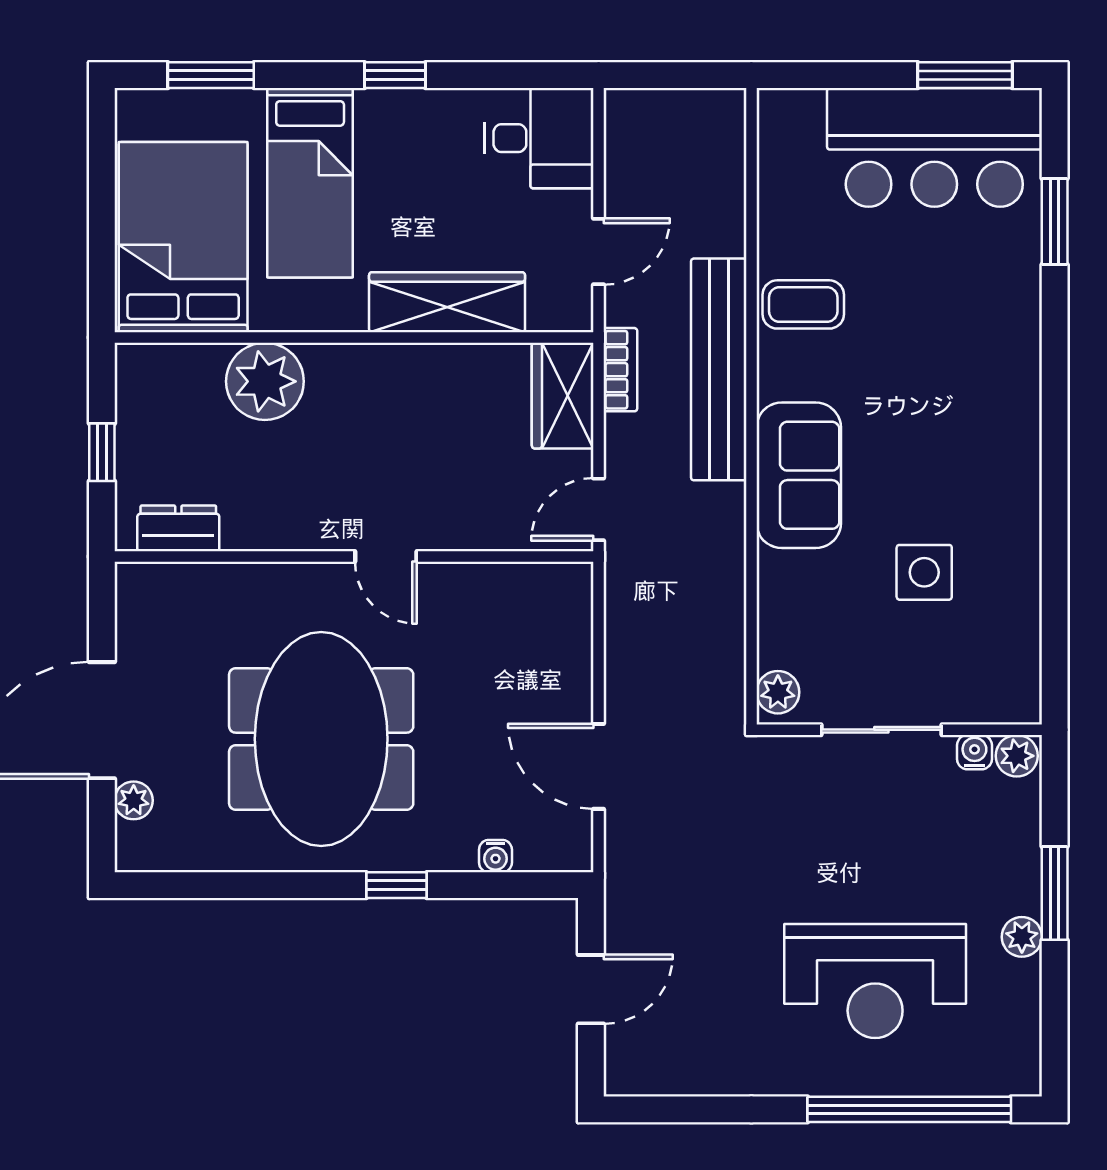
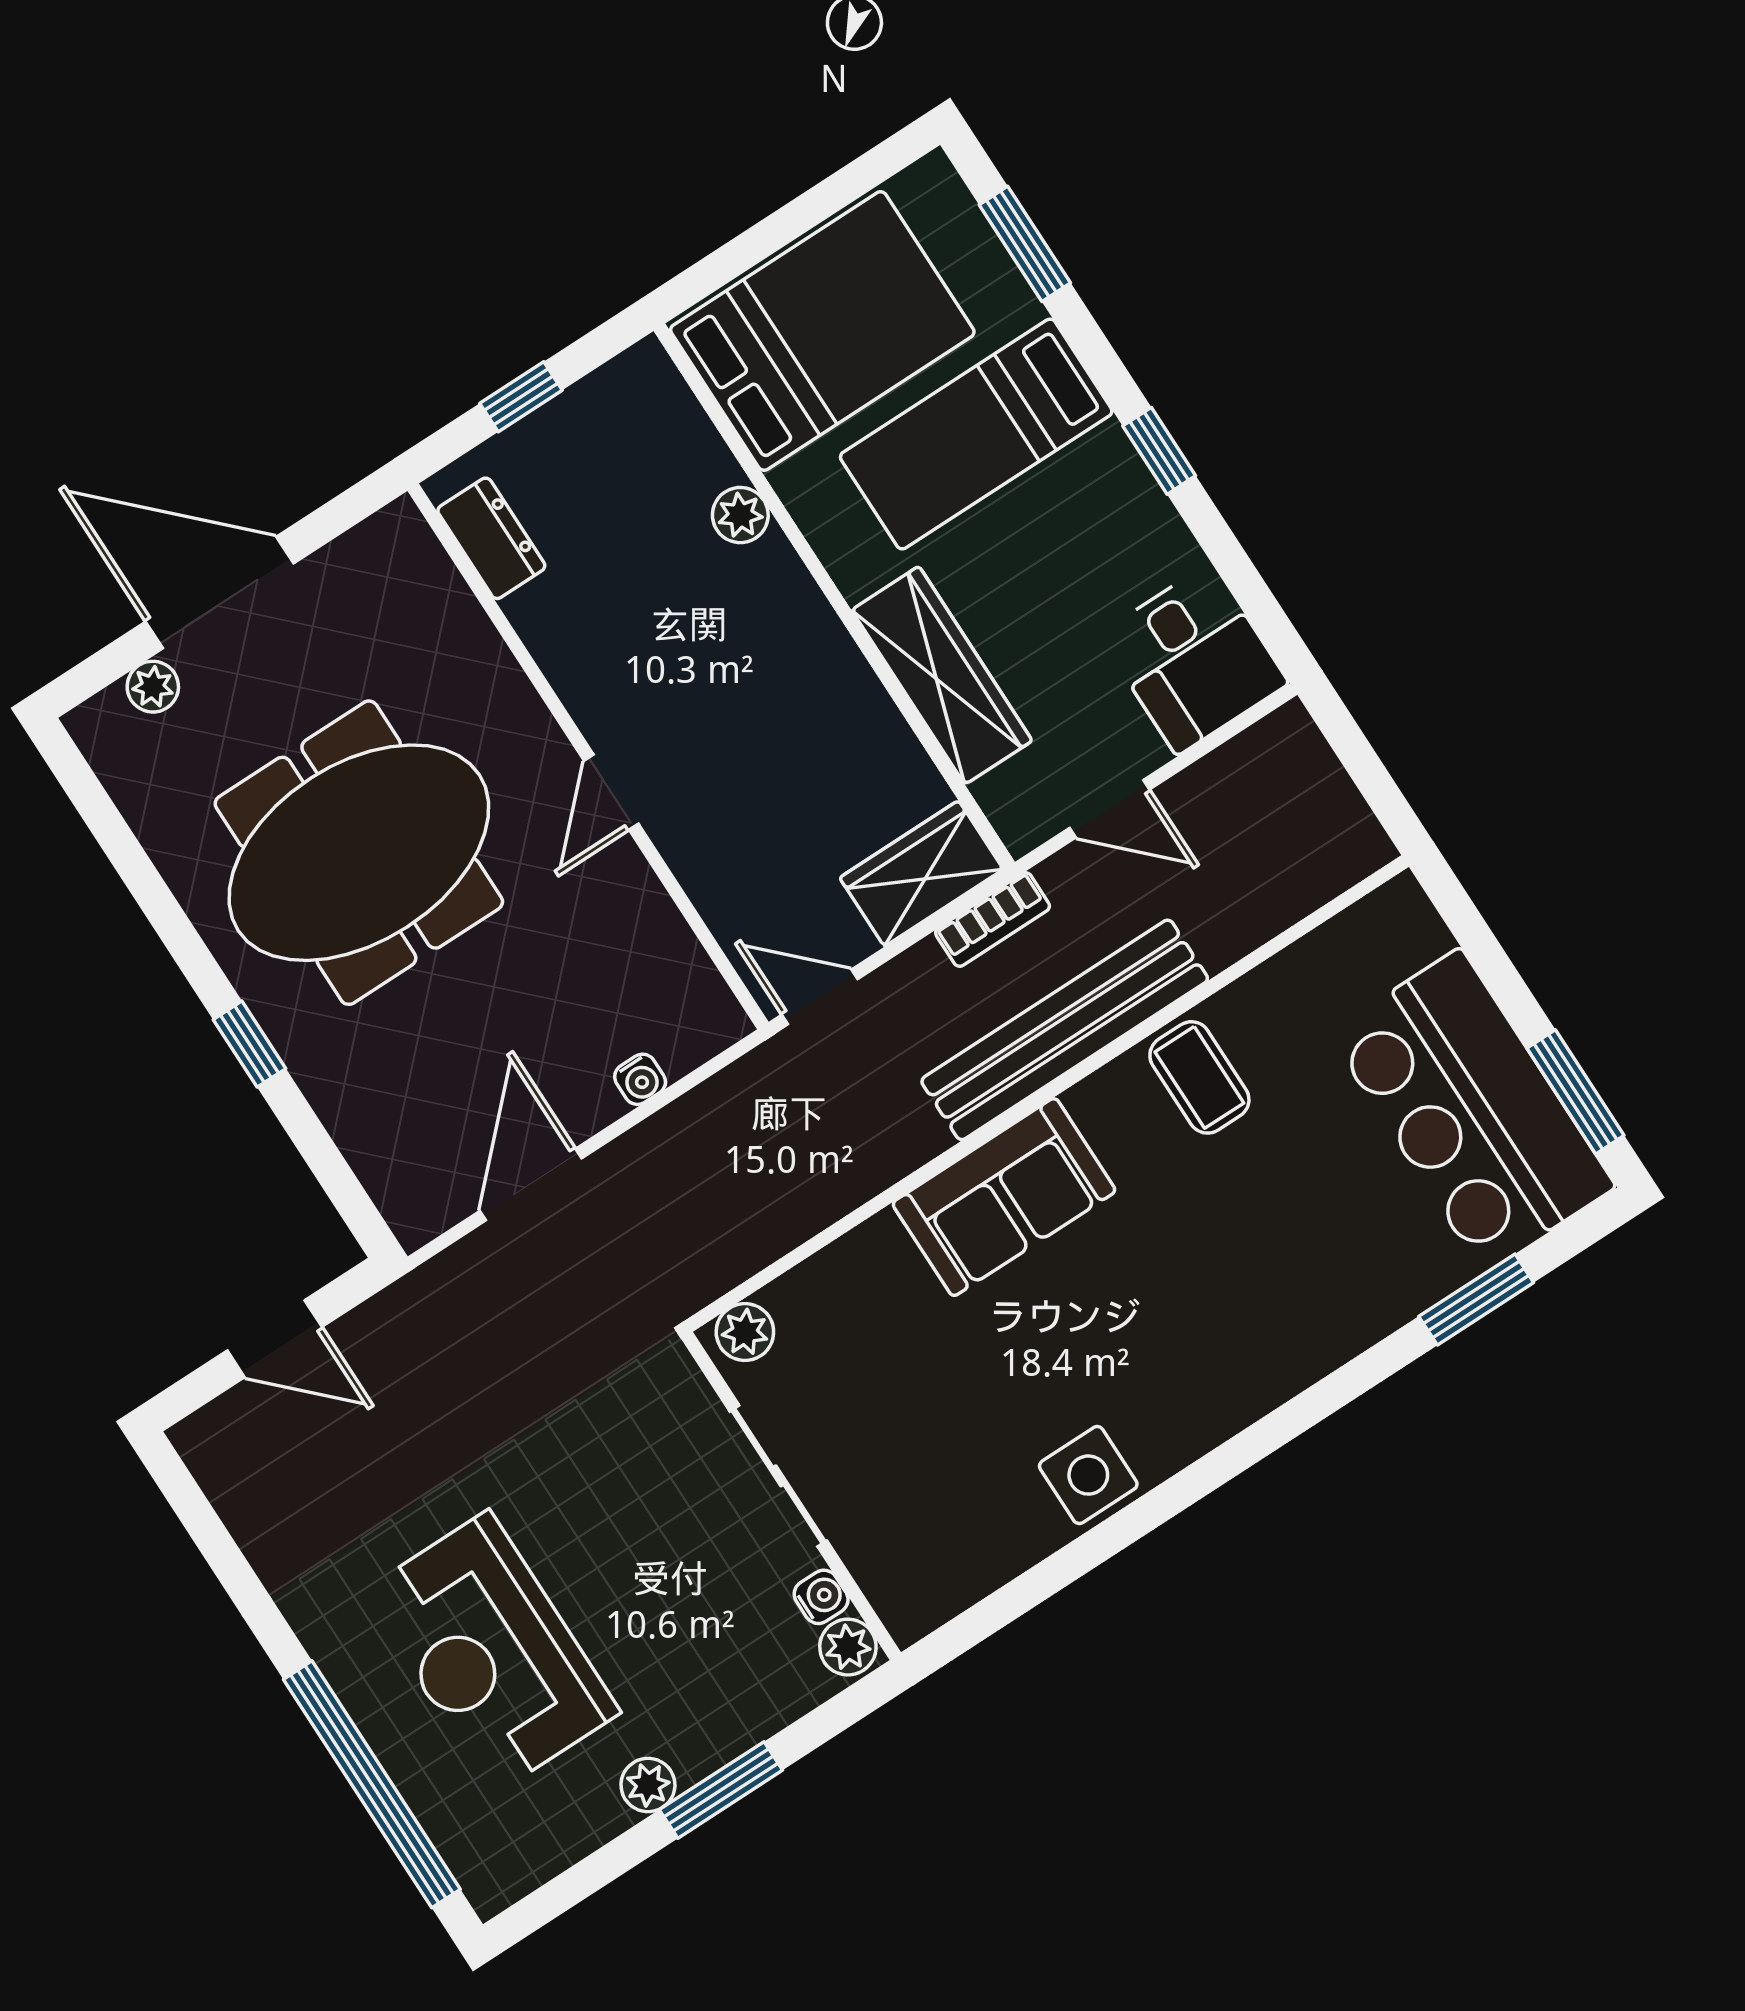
plant: (265, 381) -> (740, 515), width x0.53, depth x0.53
side table: (924, 572) -> (1088, 1475), moved
water cooler: (495, 856) -> (640, 1079), moved, turned -90

